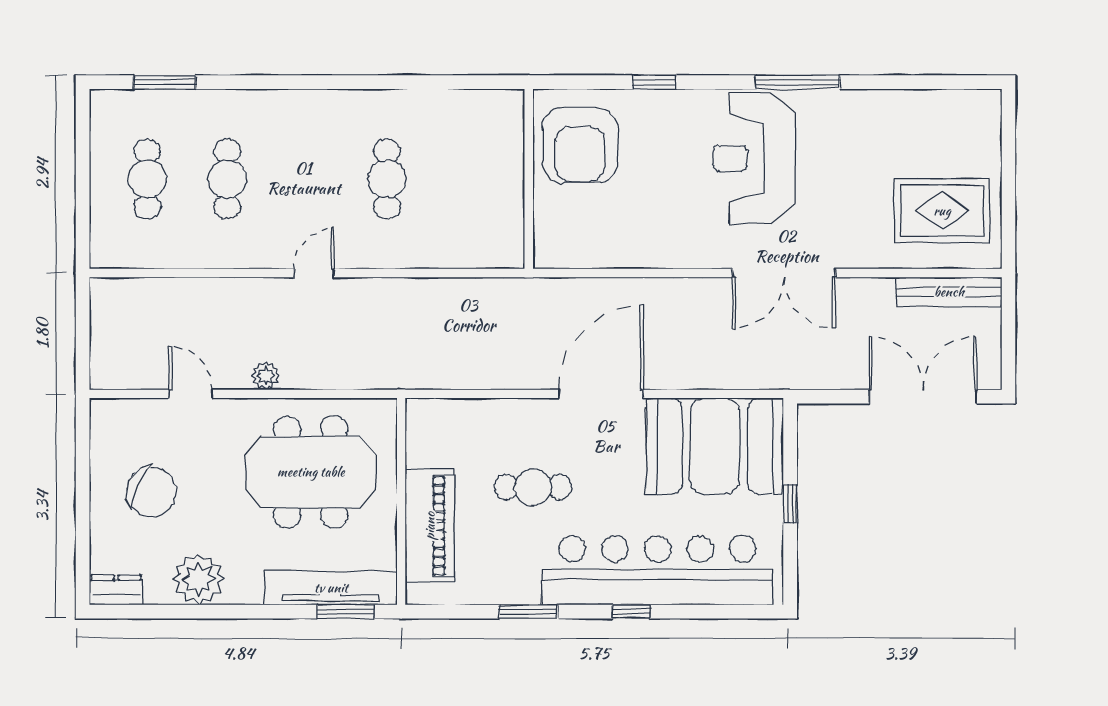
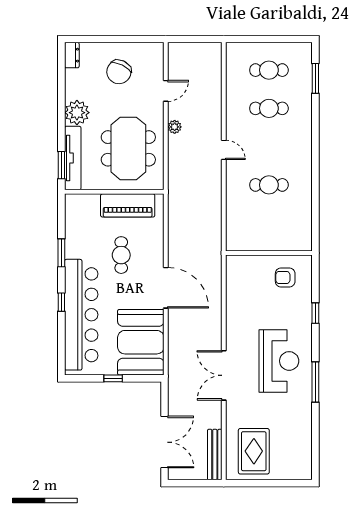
armchair: (580, 145) -> (285, 277), width x0.53, depth x0.53
reception desk: (754, 158) -> (279, 361), turned 90
piano: (430, 526) -> (128, 205), moved
plant: (198, 579) -> (77, 113), moved

